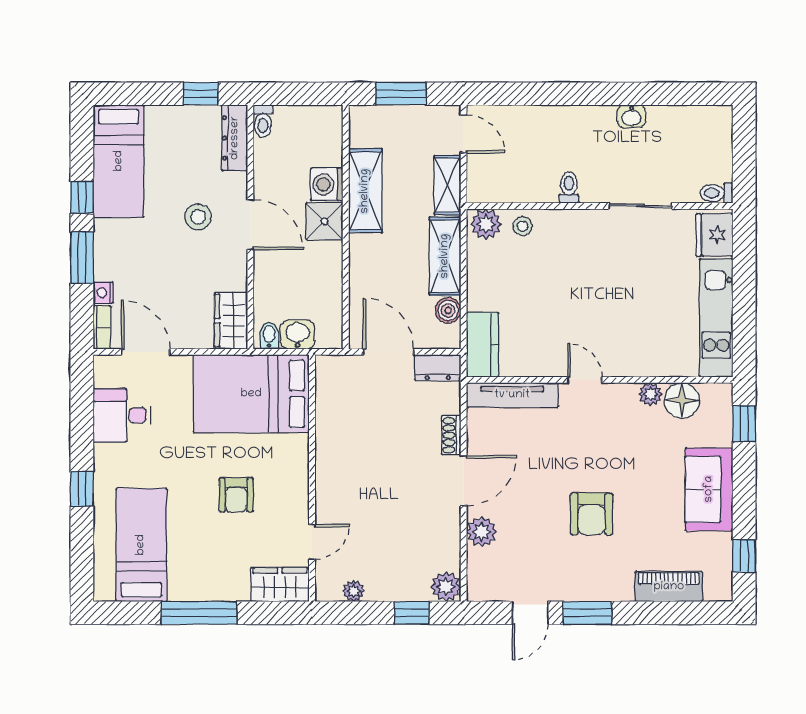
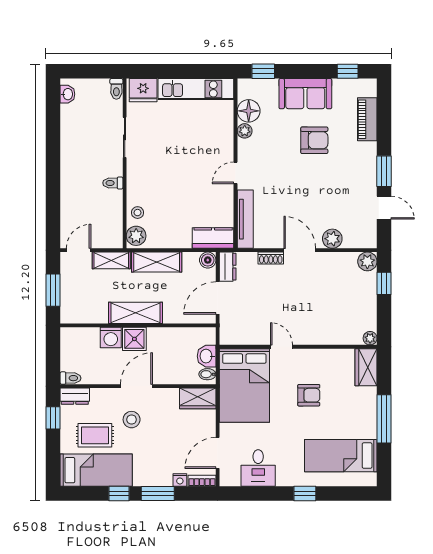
washbasin: (631, 116) -> (67, 94), moved
dresser: (235, 138) -> (75, 396), width x0.70
rug: (173, 159) -> (95, 435), added
shelving: (365, 191) -> (136, 313), moved
boiler: (448, 310) -> (208, 260), moved
armchair: (592, 514) -> (314, 140), moved
door: (312, 542) -> (281, 347), moved
plant: (354, 591) -> (370, 338), moved

